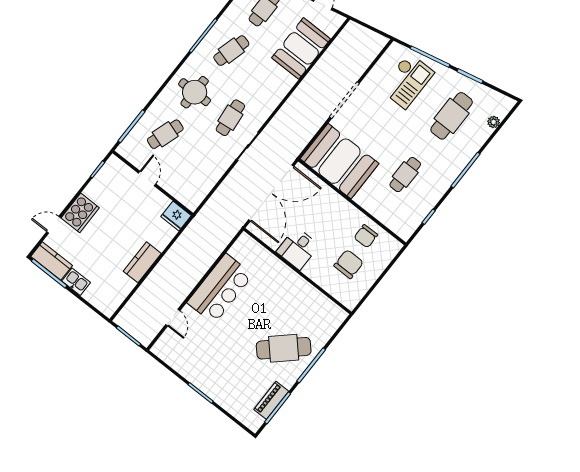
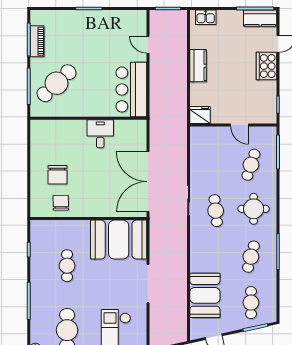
desk: (298, 248) -> (100, 134), moved
wall: (297, 271) -> (88, 118), moved
kitchen sink: (76, 282) -> (206, 17), moved

